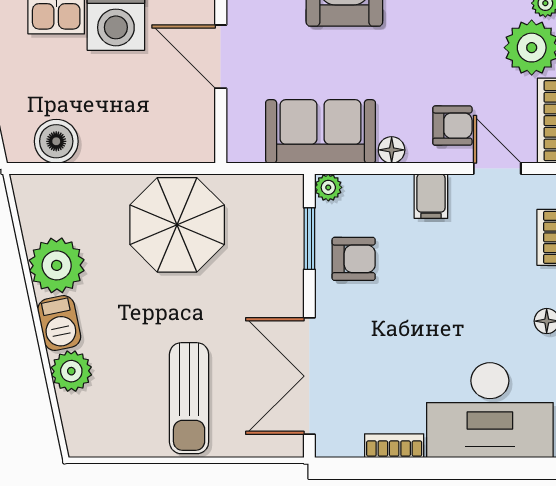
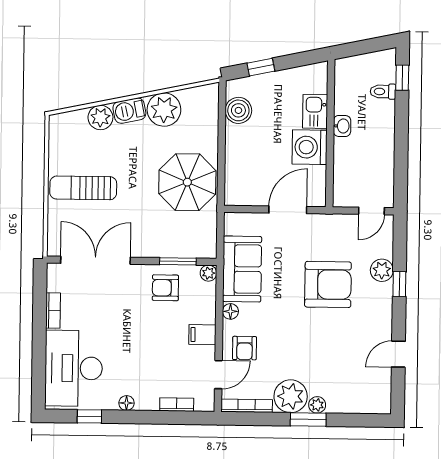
armchair: (354, 259) -> (165, 288), turned 90

